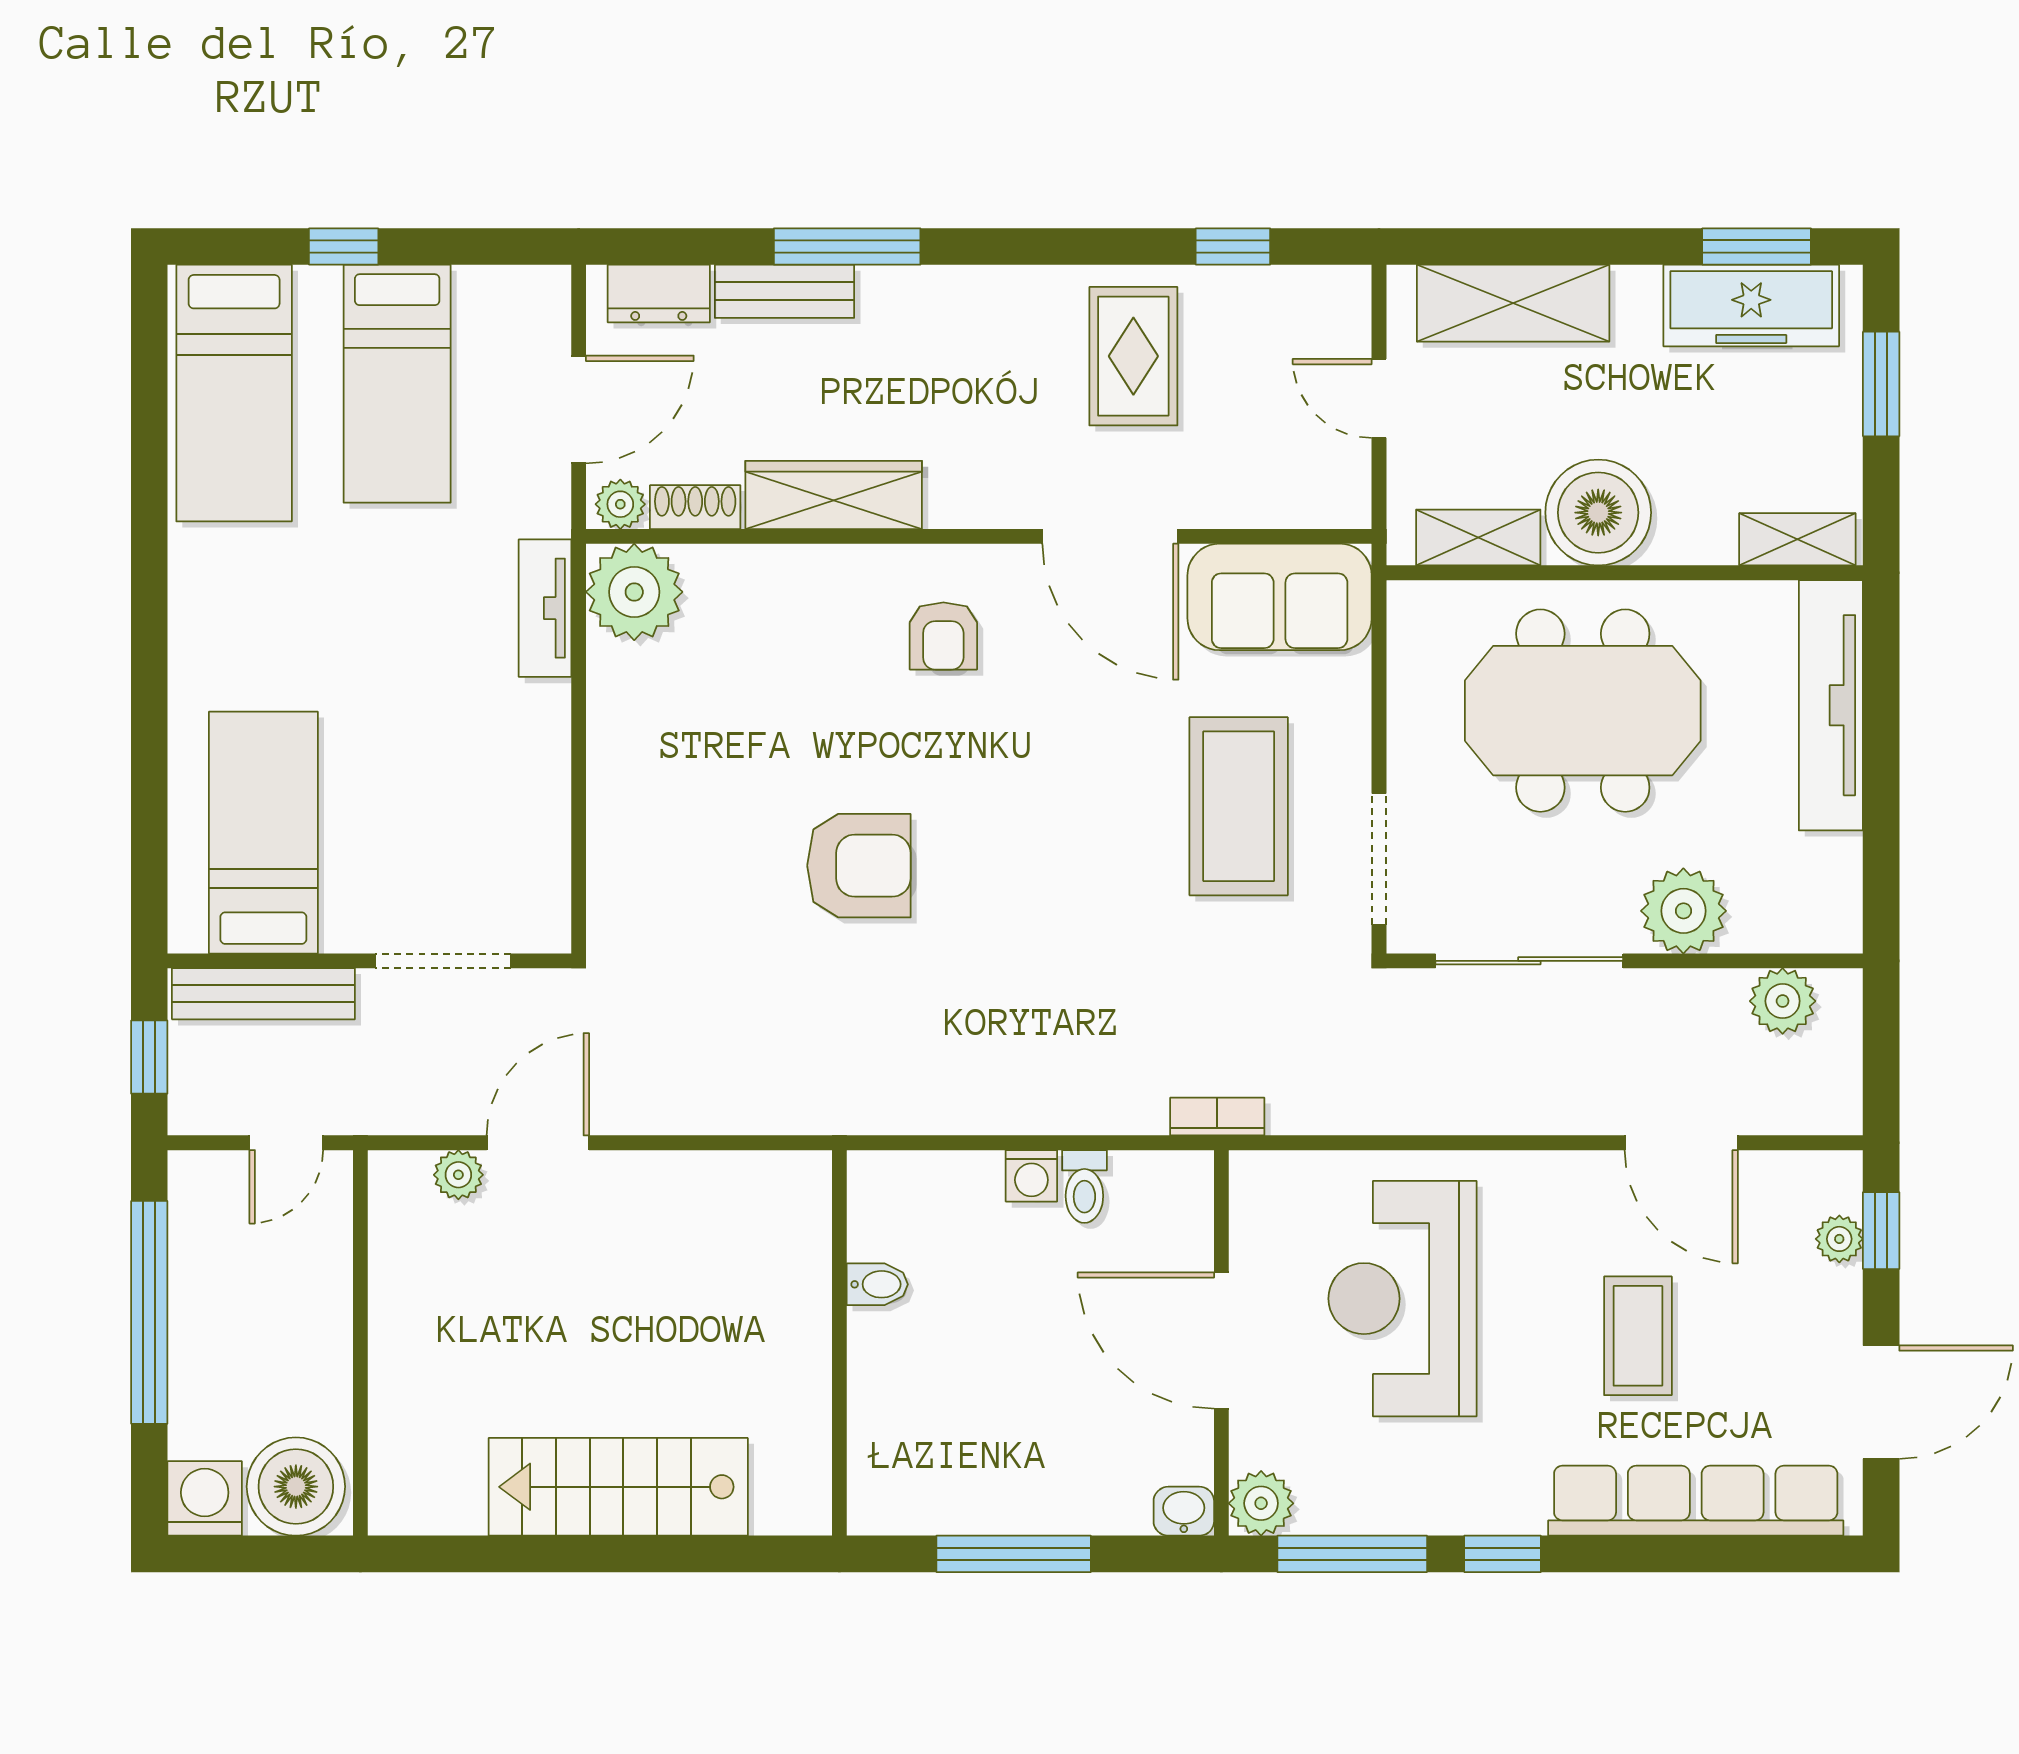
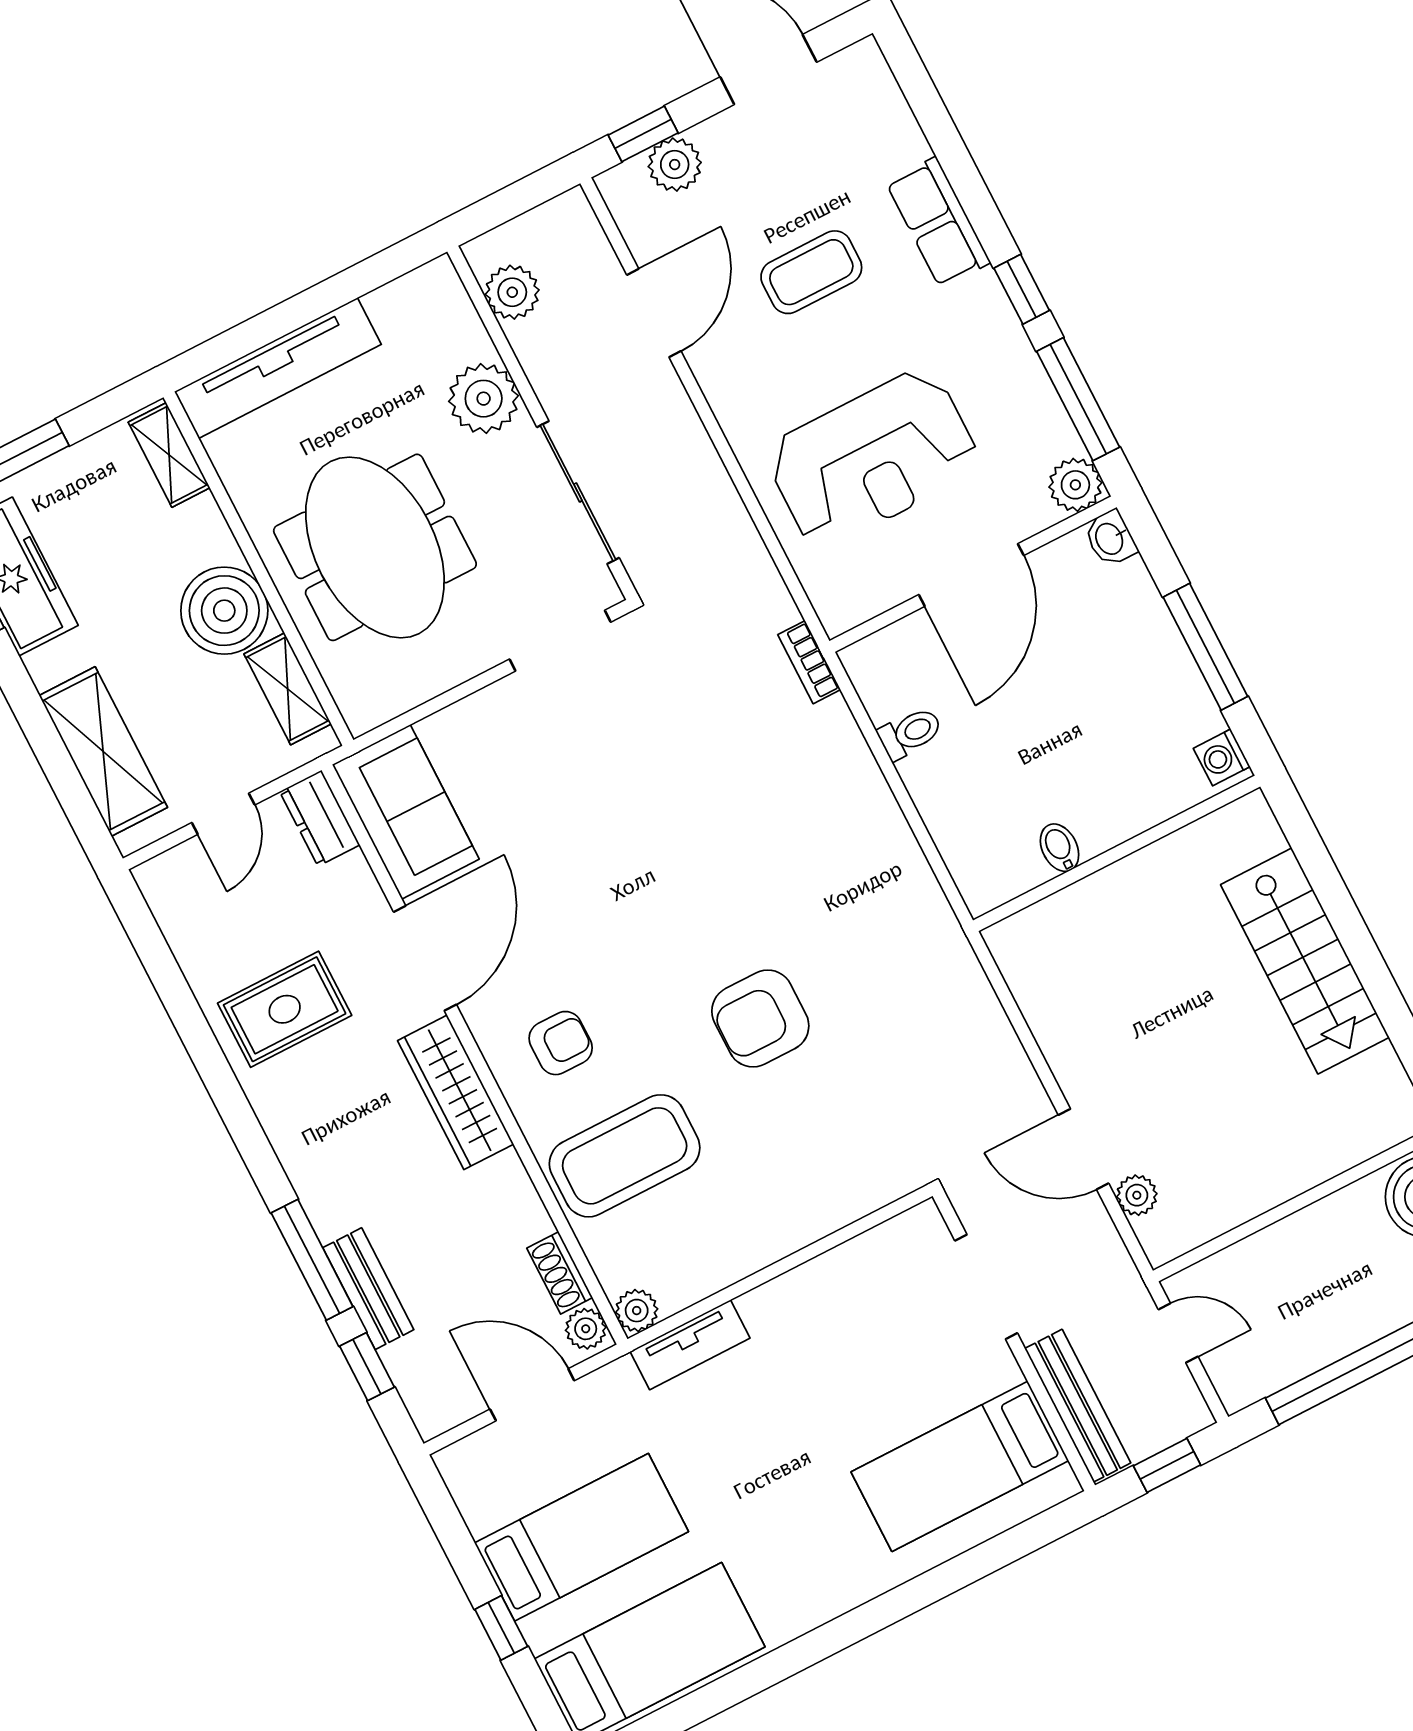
window: (1233, 247) -> (367, 1367), moved
dresser: (659, 294) -> (320, 818), moved, turned 180
wardrobe: (834, 495) -> (456, 1092), moved
plant: (634, 592) -> (637, 1311), width x0.53, depth x0.53
coffee table: (1239, 806) -> (625, 1156), moved
armchair: (859, 866) -> (760, 1018), turned -90
washing machine: (1031, 1176) -> (1222, 757), moved, turned 180
plant: (1839, 1239) -> (675, 165), width x1.38, depth x1.38
row of seats: (1696, 1501) -> (938, 222), width x0.50

